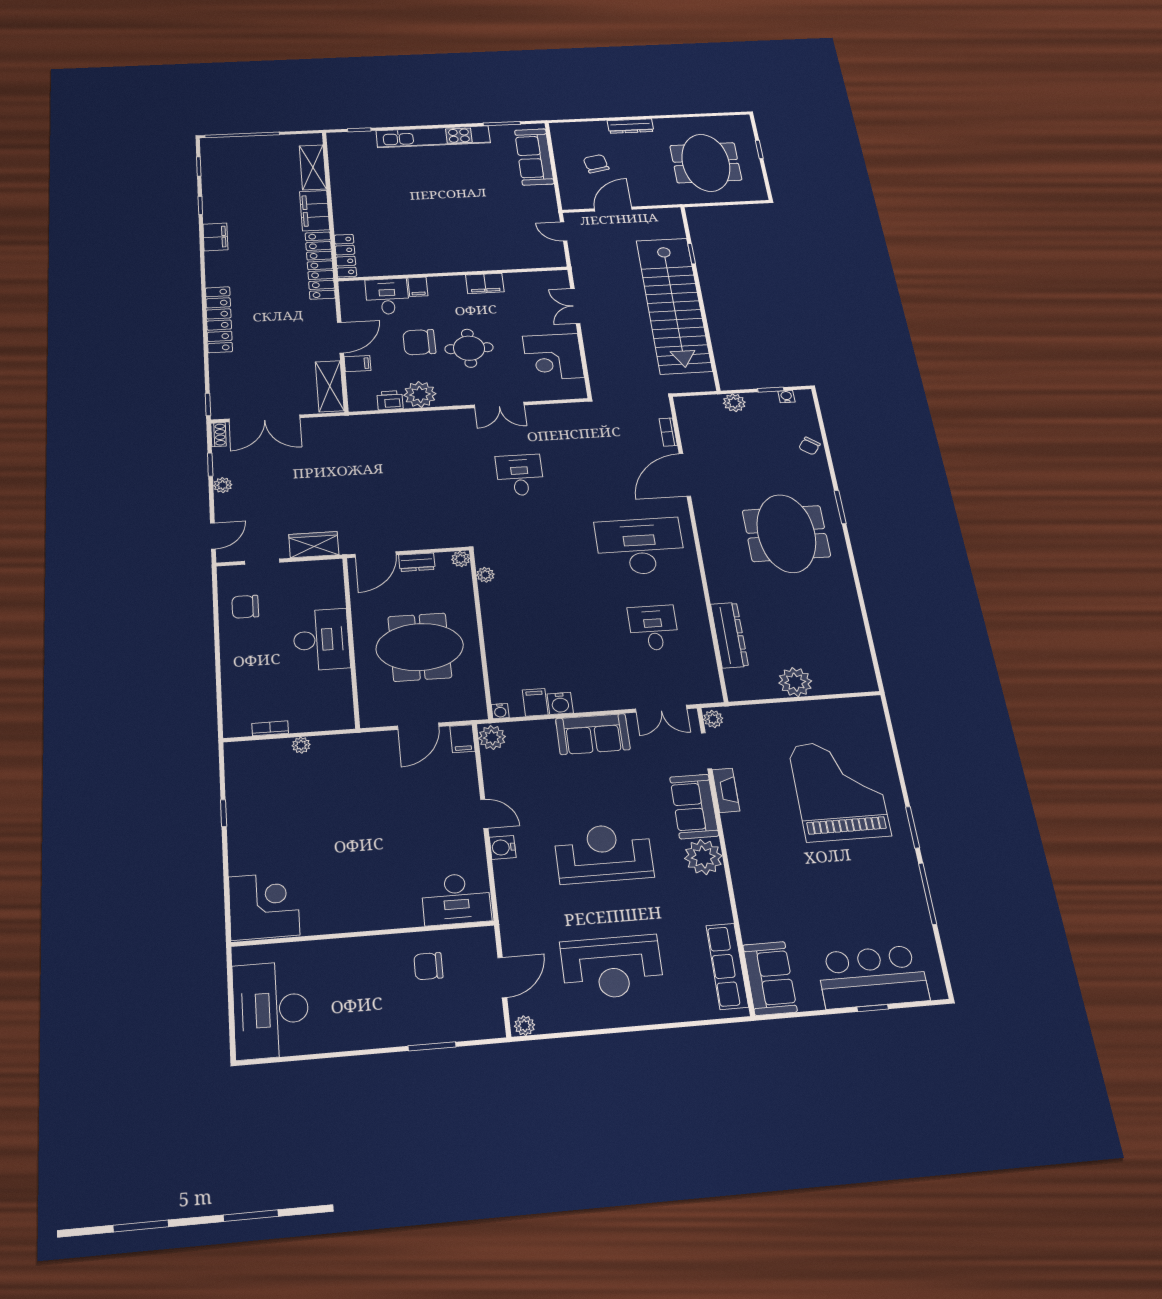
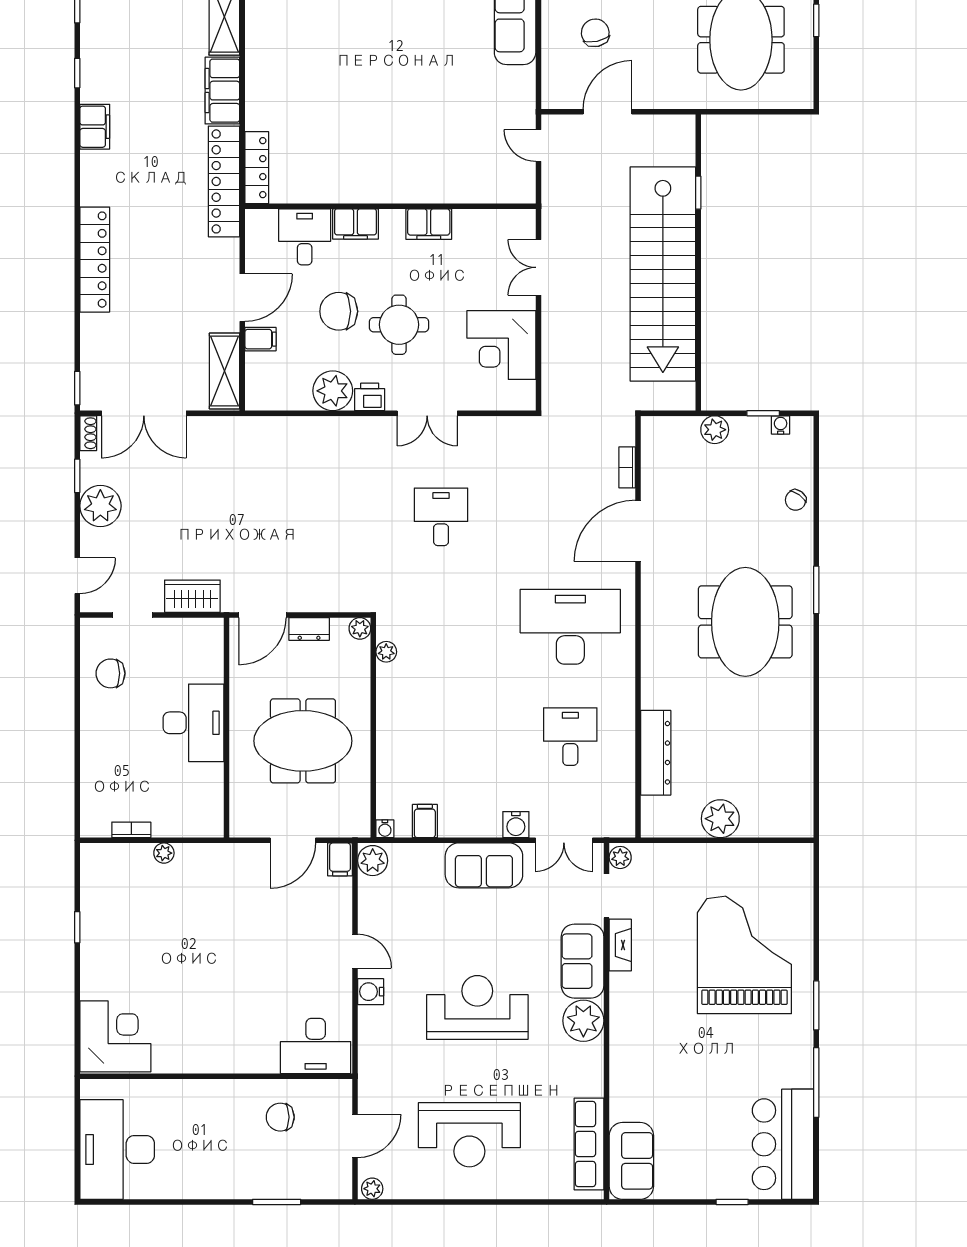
filing cabinet: (418, 287) -> (356, 224), width x2.00
printer: (390, 400) -> (370, 397), moved
plant: (223, 485) -> (100, 506), width x1.87, depth x1.87
water cooler: (560, 703) -> (516, 825), moved
bar counter: (873, 977) -> (783, 1144), moved, turned -90

